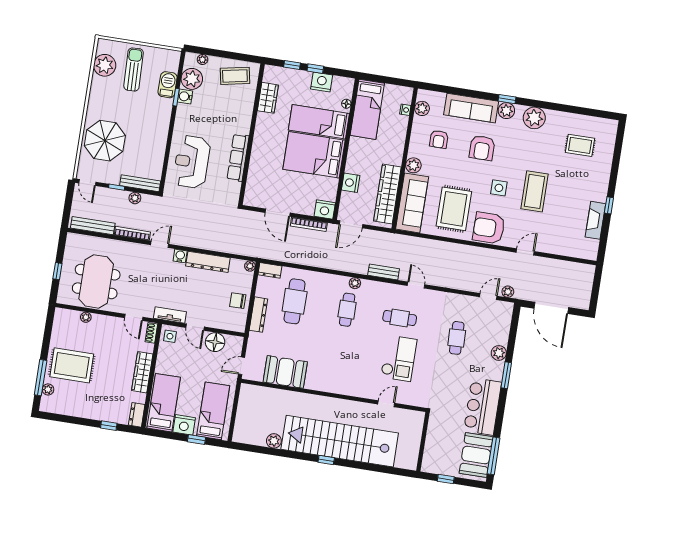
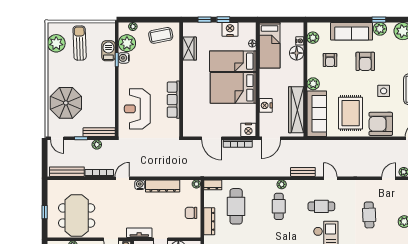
floor lamp: (399, 124) -> (297, 53), added

